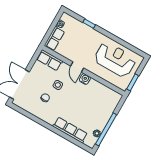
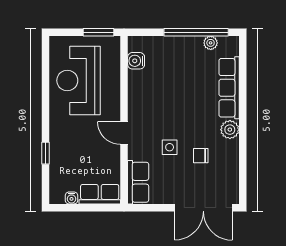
door: (77, 67) -> (124, 133), swing flipped
water cooler: (85, 79) -> (136, 61), moved
plant: (50, 119) -> (230, 130), added

